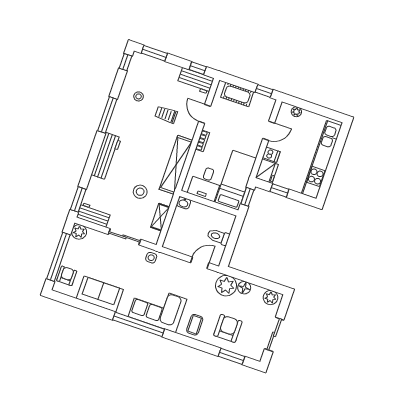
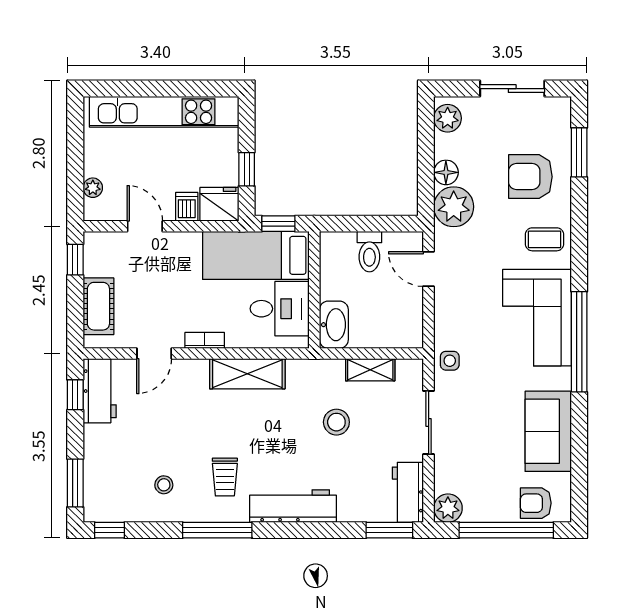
trolley: (166, 115) -> (225, 477), moved
shelving: (176, 165) -> (247, 374), width x0.68
washbasin: (184, 203) -> (334, 325), width x1.91, depth x1.45

